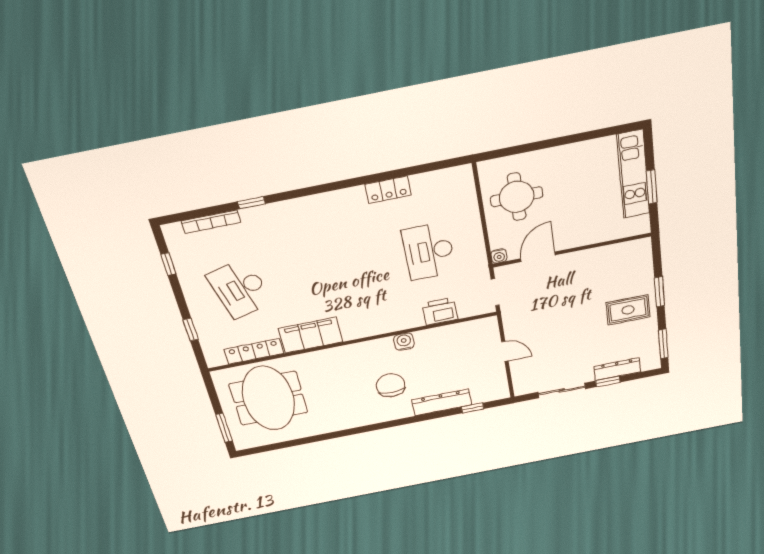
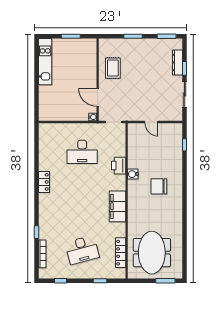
kitchen unit: (633, 174) -> (45, 62), moved, turned -90
locker: (388, 190) -> (44, 182), moved
round table: (517, 197) -> (61, 104), removed
rug: (628, 310) -> (113, 68), moved
printer: (440, 311) -> (119, 166), moved
filing cabinet: (311, 335) -> (118, 206), moved
door: (505, 351) -> (151, 122), swing flipped
meeting table: (268, 398) -> (152, 253), turned 90
dresser: (442, 402) -> (177, 161), removed

